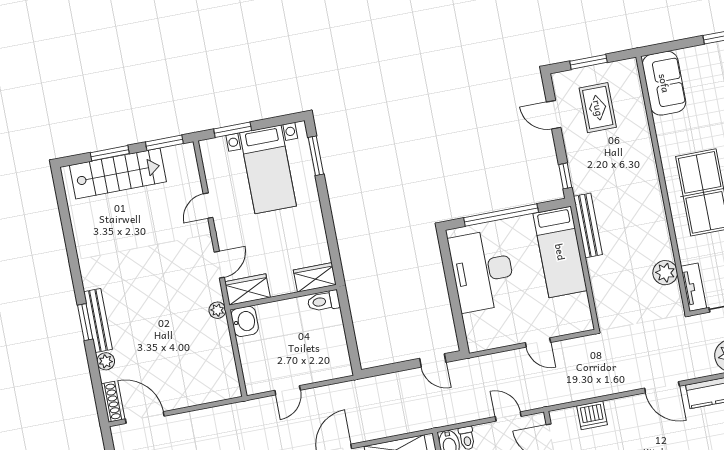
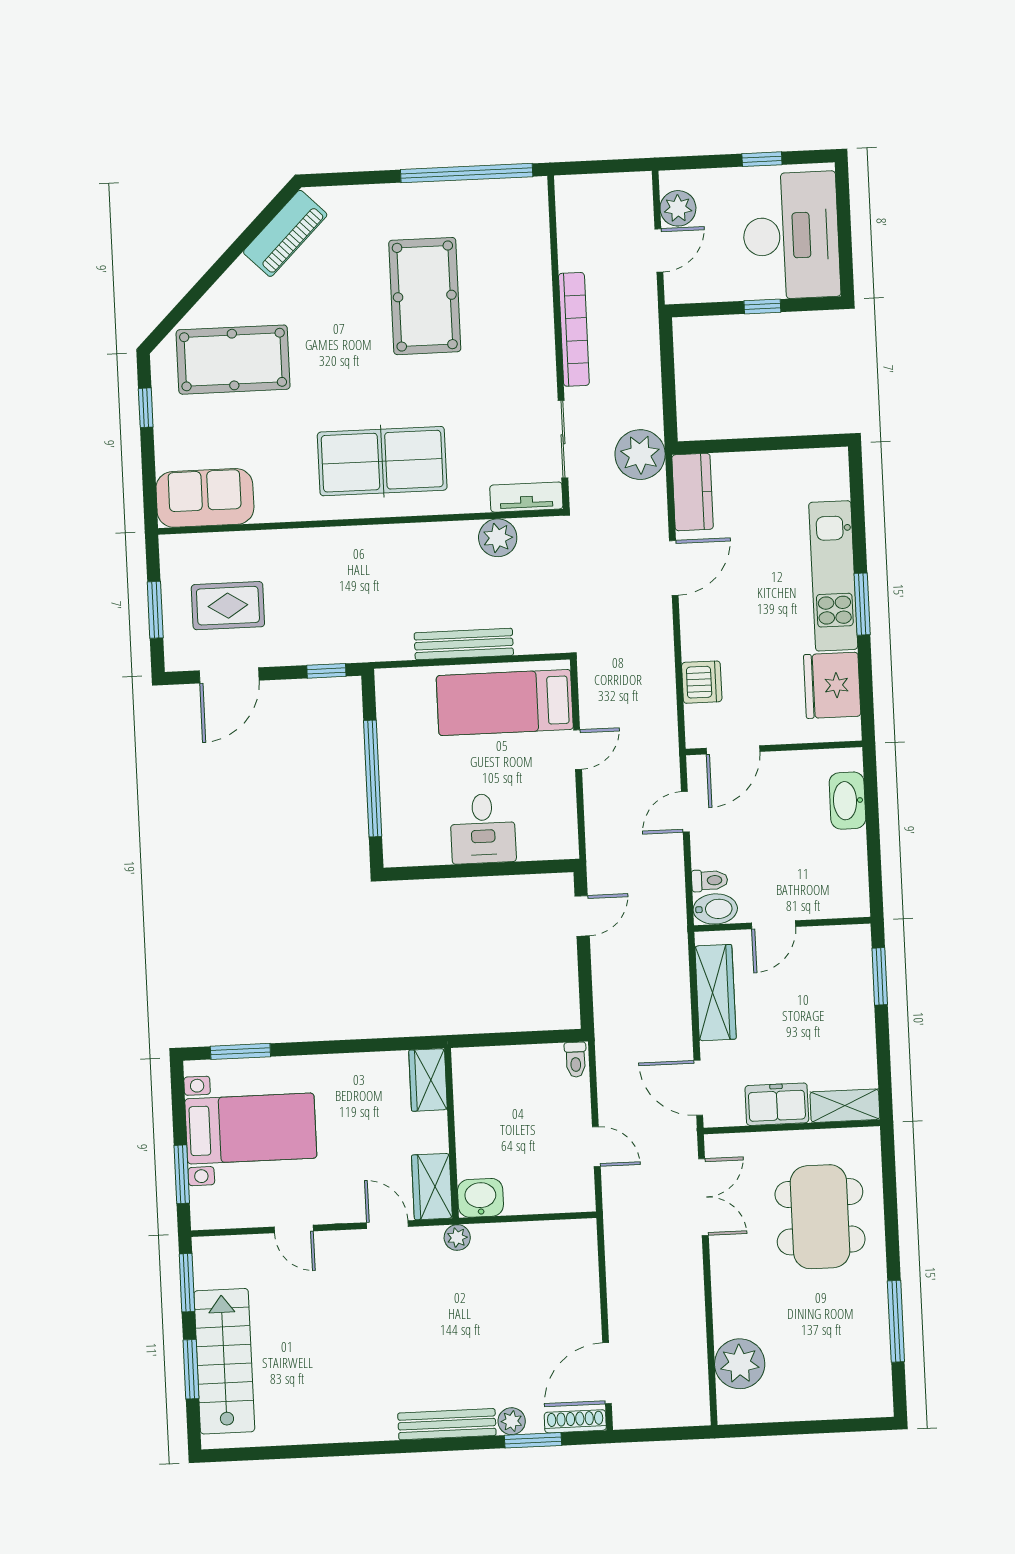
door: (554, 115) -> (229, 675), width x1.38
bench: (588, 225) -> (464, 644), moved
bed: (560, 252) -> (505, 703), moved, turned 180
desk: (482, 271) -> (483, 829), width x0.53, depth x0.77
toilet: (324, 301) -> (576, 1060), moved, width x0.73, depth x0.72
window: (85, 322) -> (533, 1440), moved

